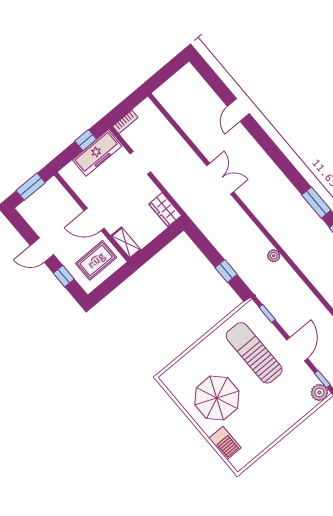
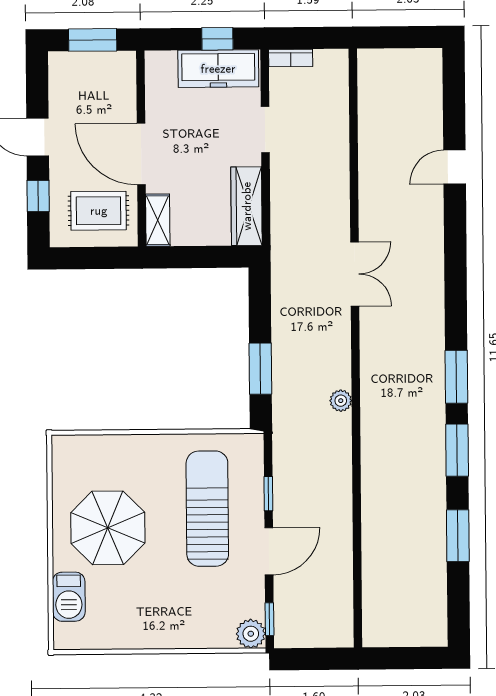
double door: (220, 179) -> (355, 274), moved
wardrobe: (165, 210) -> (247, 206), width x1.50
door: (94, 219) -> (141, 154), width x1.36
window: (226, 271) -> (260, 369), width x1.50
window: (267, 313) -> (268, 494), moved

